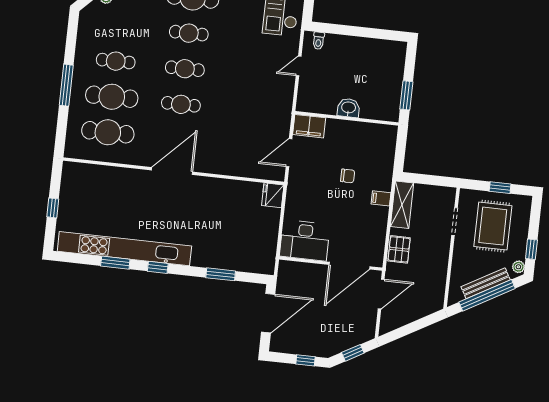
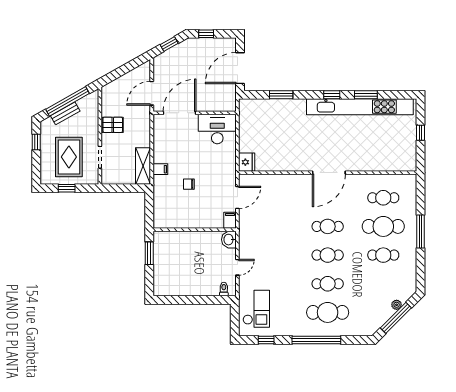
washbasin: (348, 108) -> (229, 240), moved, turned 90
filing cabinet: (309, 126) -> (230, 220), width x0.50
cafe table: (108, 132) -> (383, 198), width x0.73, depth x0.74
pallet: (399, 249) -> (113, 125), moved, turned 90
plant: (518, 267) -> (45, 127), removed
bench: (486, 283) -> (65, 113), width x0.73

